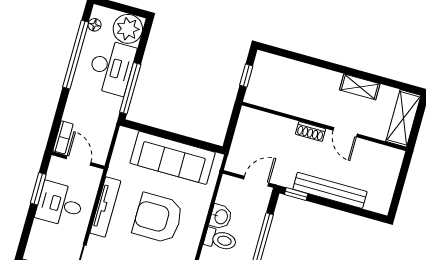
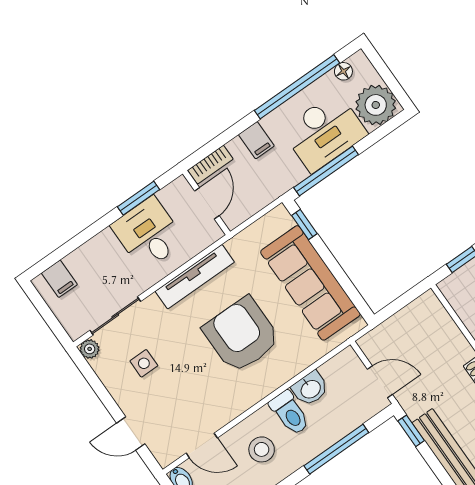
filing cabinet: (77, 103) -> (256, 140), added
window: (143, 128) -> (304, 225), added

